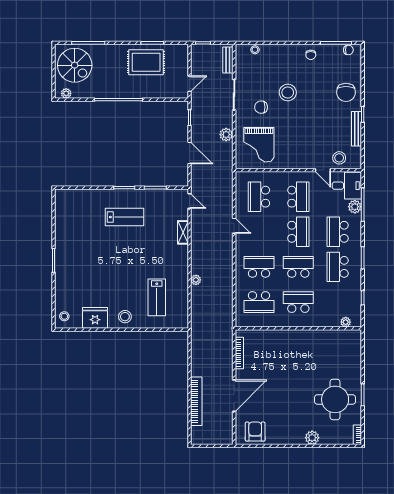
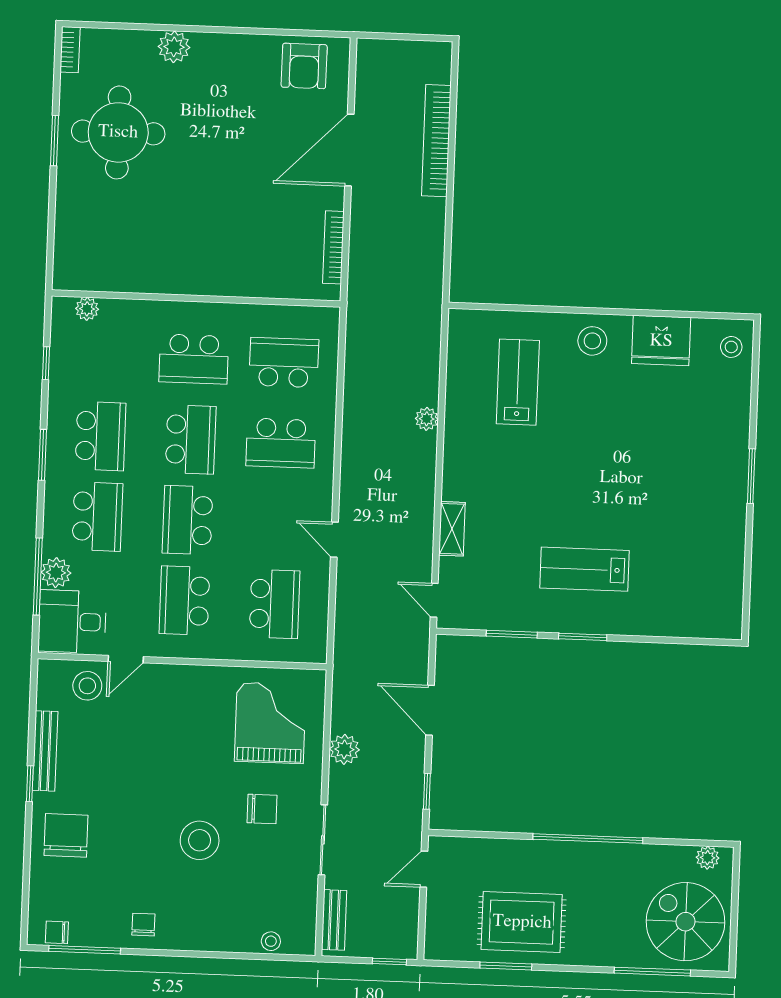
door: (323, 170) -> (126, 659), swing flipped
school desk: (298, 267) -> (191, 440), turned -90

